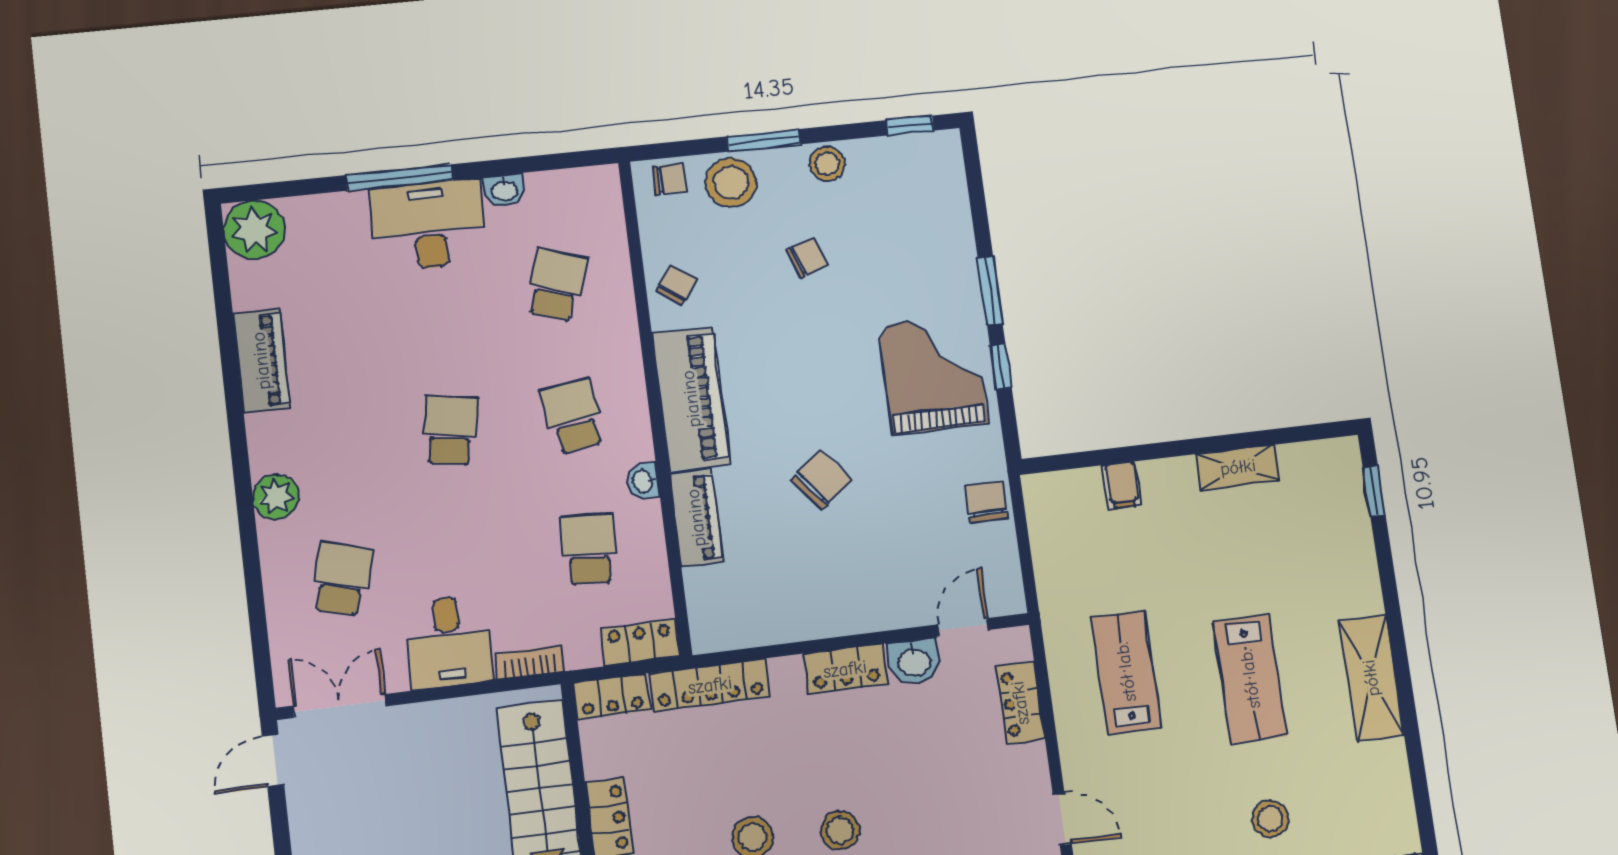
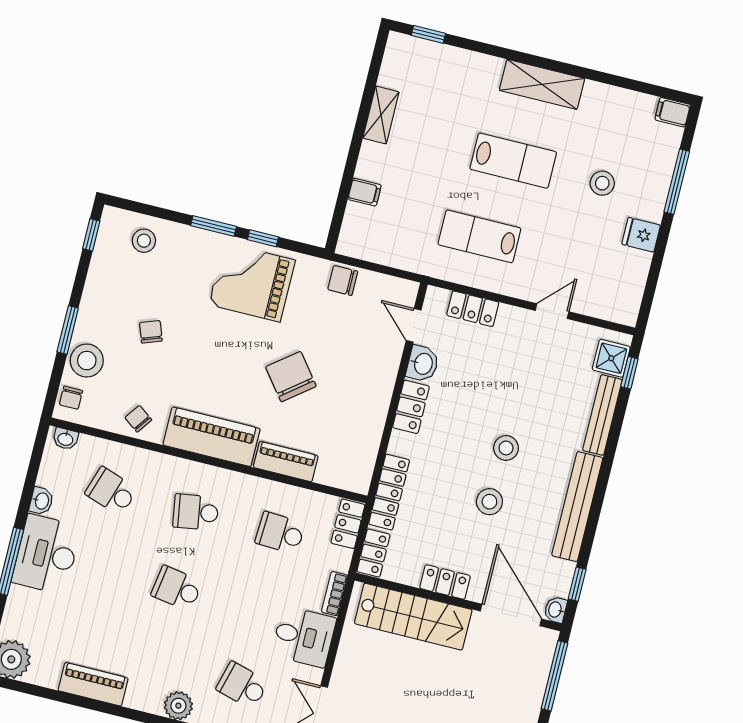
stool: (827, 164) -> (144, 241), moved
chair: (669, 179) -> (71, 398), turned 180
chair: (821, 479) -> (291, 377), width x1.37, depth x1.37
washbasin: (643, 481) -> (65, 439), moved

